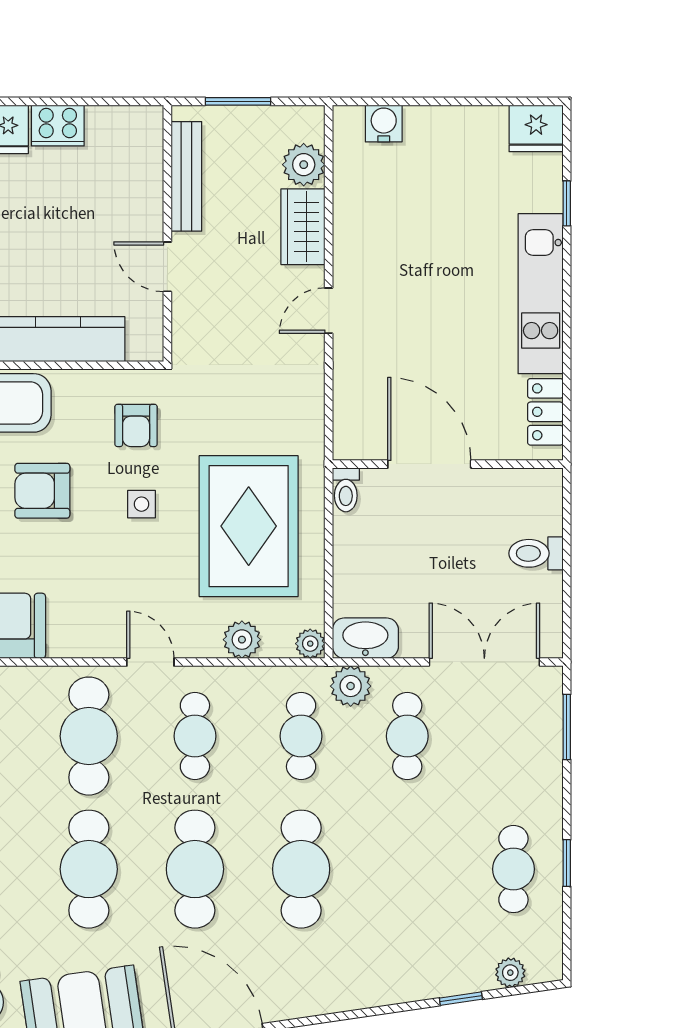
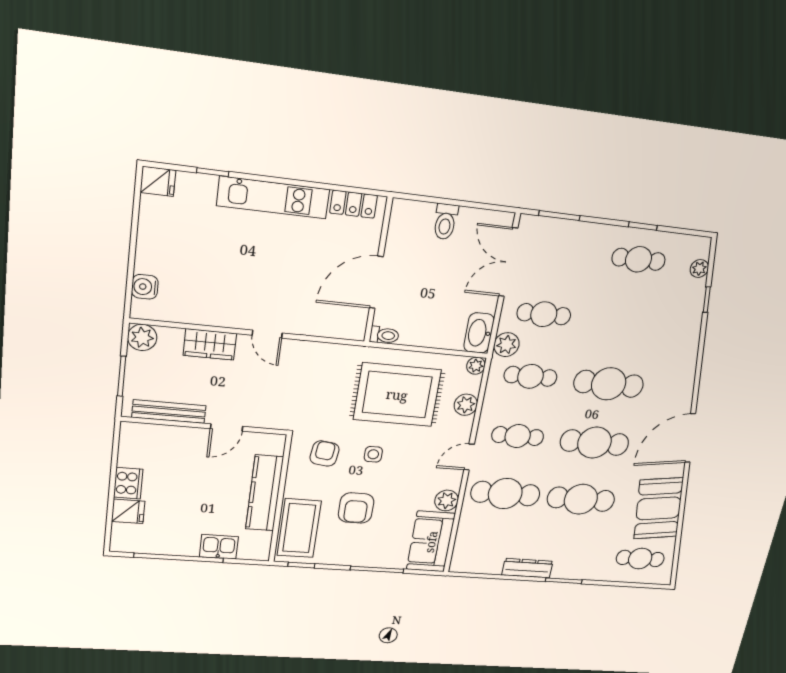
fridge: (536, 128) -> (158, 181), width x0.72
plant: (304, 165) -> (142, 337), moved
armchair: (136, 425) -> (324, 454), turned -83
plant: (68, 639) -> (446, 500), added

